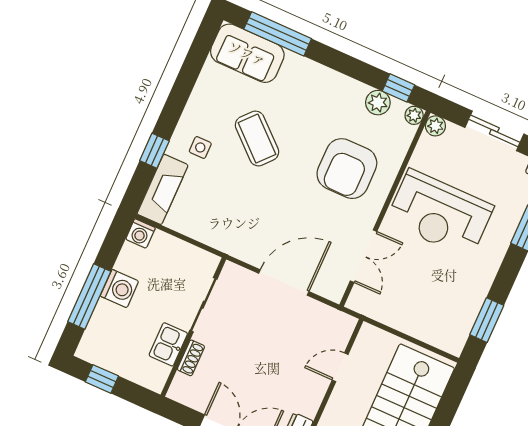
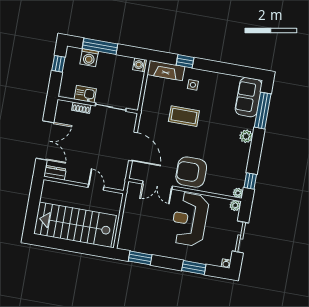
plant: (378, 103) -> (246, 136), moved
coffee table: (257, 138) -> (184, 116), moved, turned 48
armchair: (347, 169) -> (191, 172), moved
washing machine: (119, 289) -> (89, 58), moved

